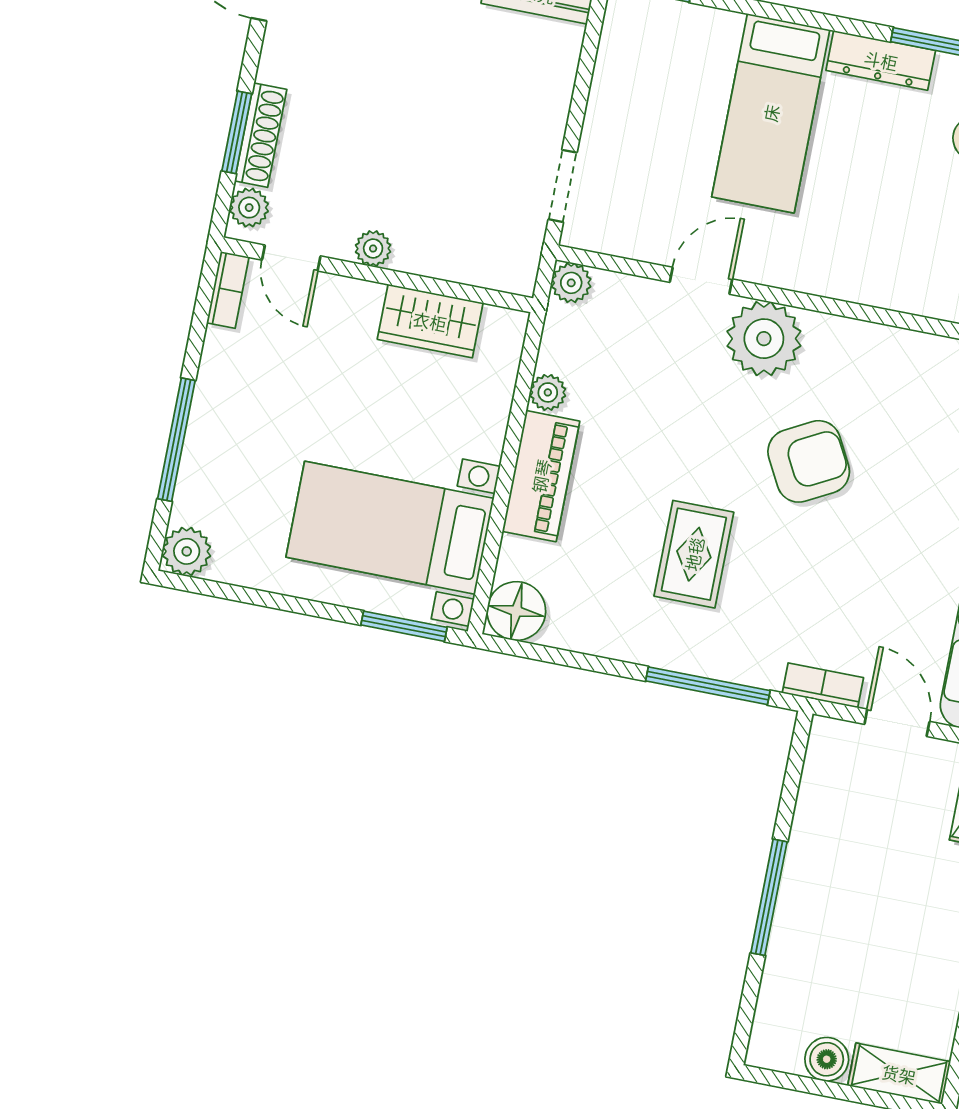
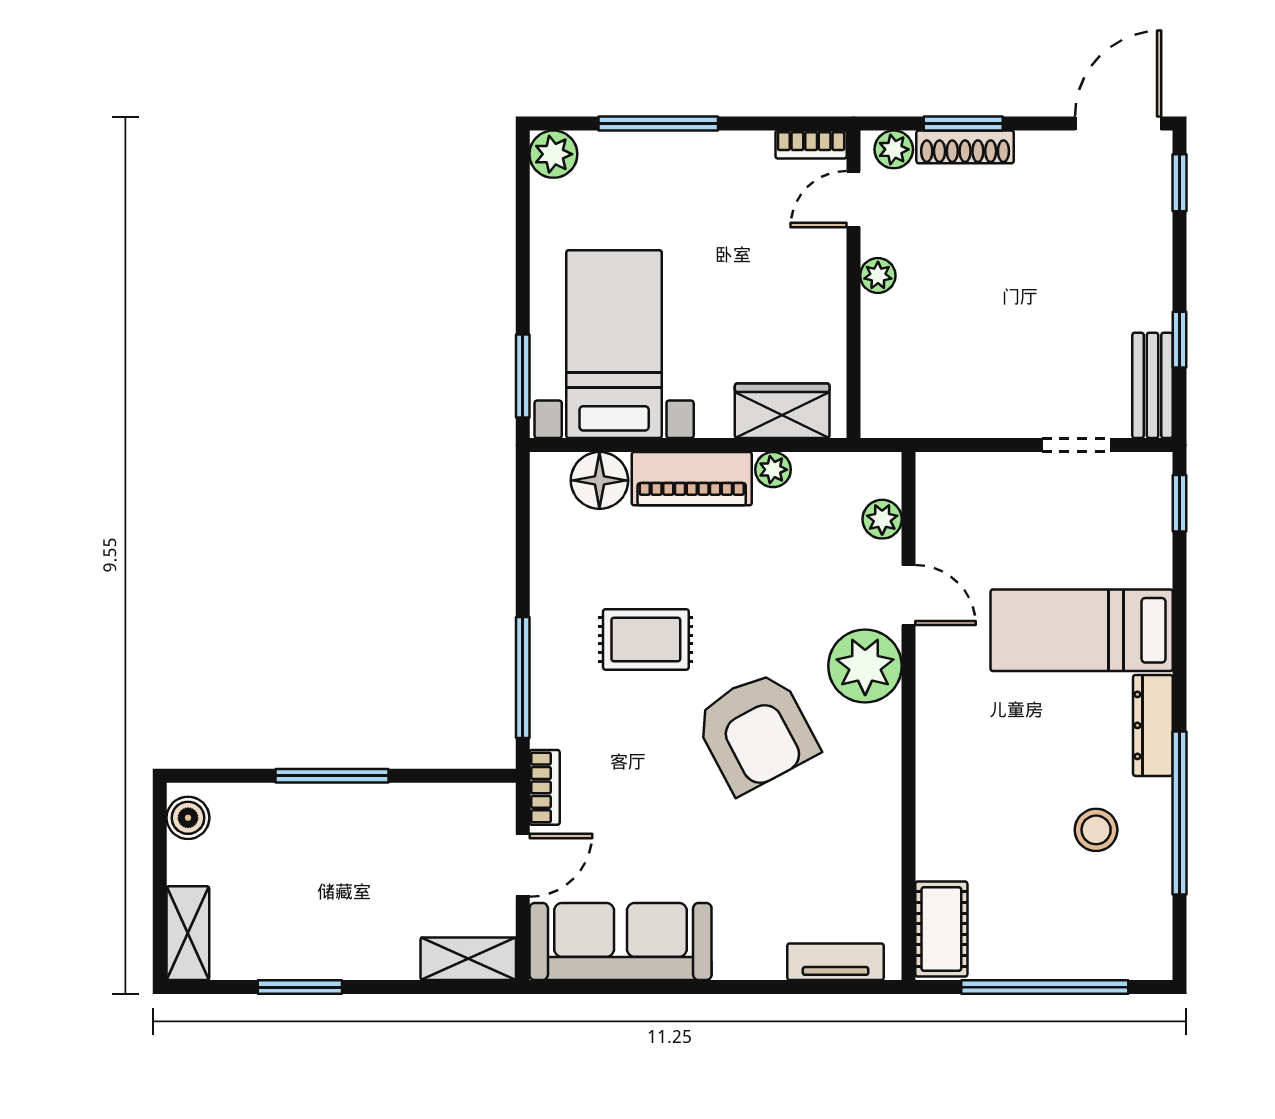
doorway: (563, 186) -> (1077, 445), moved
plant: (571, 283) -> (882, 519), moved
wardrobe: (430, 321) -> (782, 411), moved, turned 90
armchair: (809, 461) -> (756, 732), width x1.36, depth x1.36
floor lamp: (516, 611) -> (599, 480), moved
boiler: (827, 1059) -> (188, 818), moved

